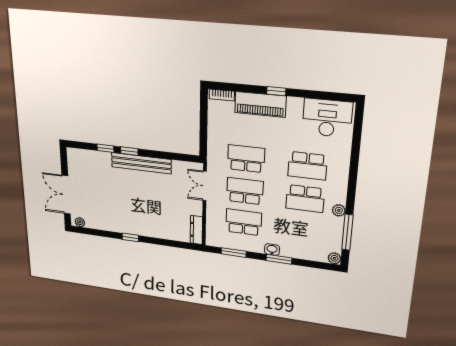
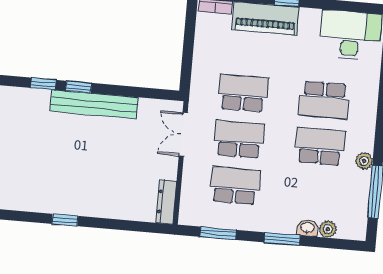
school desk: (305, 199) -> (320, 146), turned 180
washbasin: (272, 250) -> (307, 228), moved
plant: (334, 258) -> (328, 229), moved

